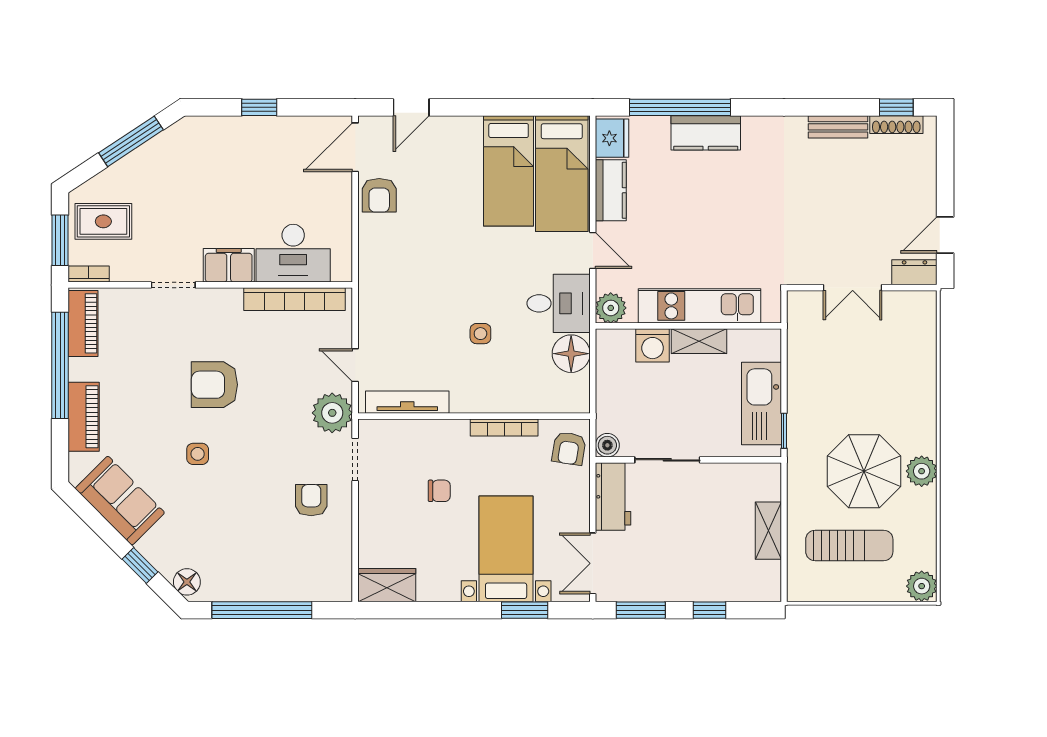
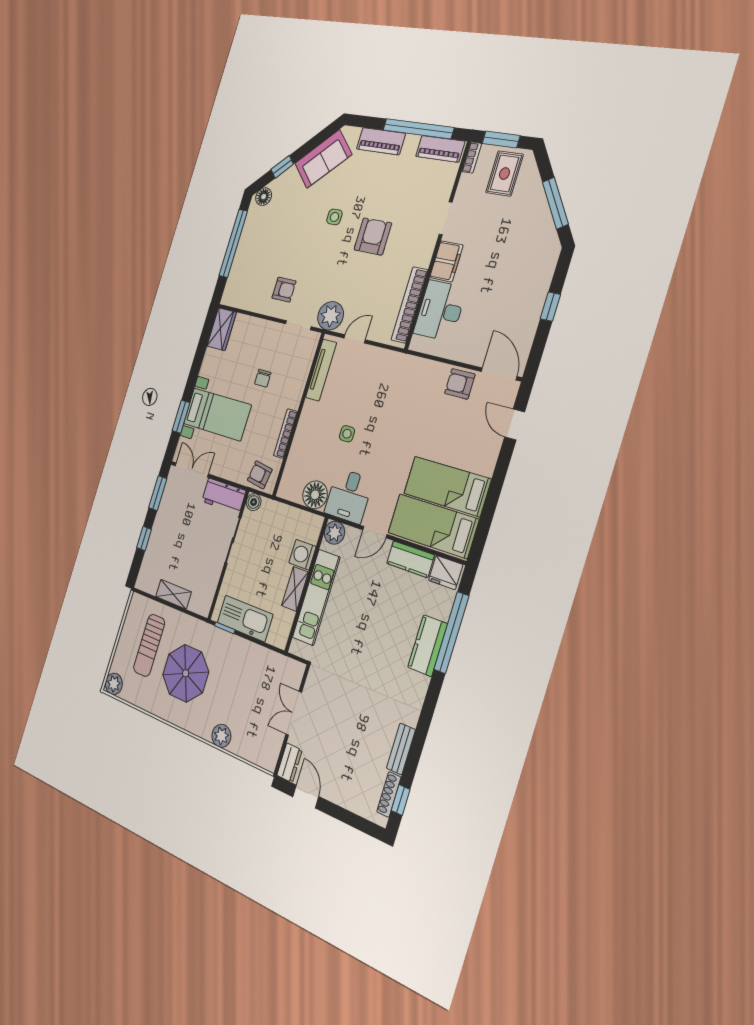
plant: (922, 471) -> (221, 736), moved

